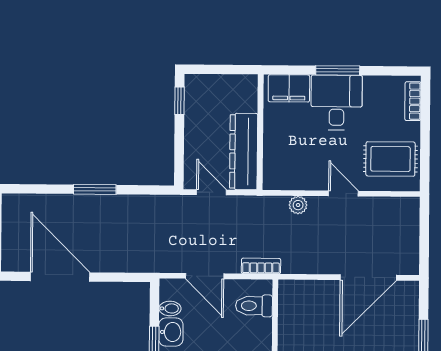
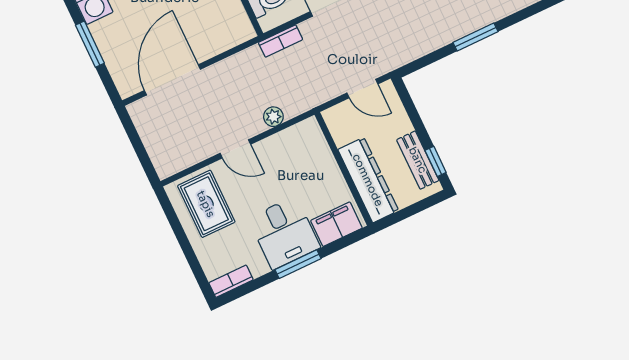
bookcase: (413, 101) -> (231, 281), moved, turned -90
bench: (194, 109) -> (418, 160), added
dresser: (244, 151) -> (368, 180), moved
rug: (390, 159) -> (206, 204), turned 90

